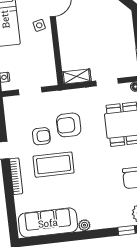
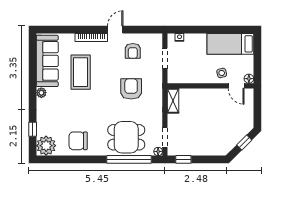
doorway: (107, 82) -> (165, 137), moved
armchair: (41, 136) -> (133, 51), moved
coffee table: (54, 165) -> (81, 72), moved

